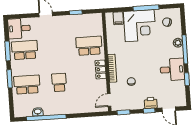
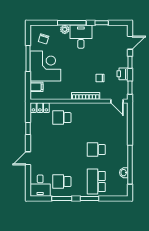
school desk: (89, 46) -> (62, 118), width x0.54
school desk: (25, 50) -> (62, 182), width x0.54
locker: (101, 69) -> (40, 108), moved
desk: (172, 70) -> (81, 37), moved
printer: (151, 103) -> (122, 74), moved

